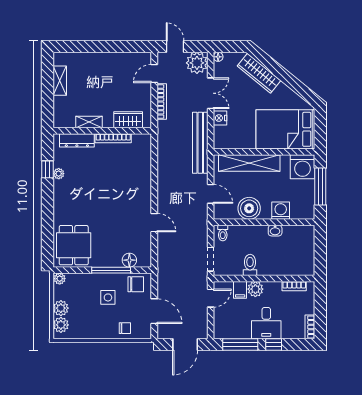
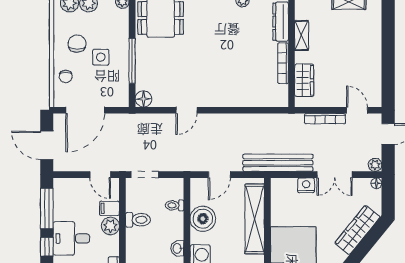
plant: (197, 63) -> (375, 165), width x0.53, depth x0.53
toilet: (223, 233) -> (175, 205), moved
floor lamp: (129, 260) -> (143, 99), moved
chair: (136, 284) -> (77, 44), moved, turned 180
door: (154, 311) -> (85, 110), width x1.36

